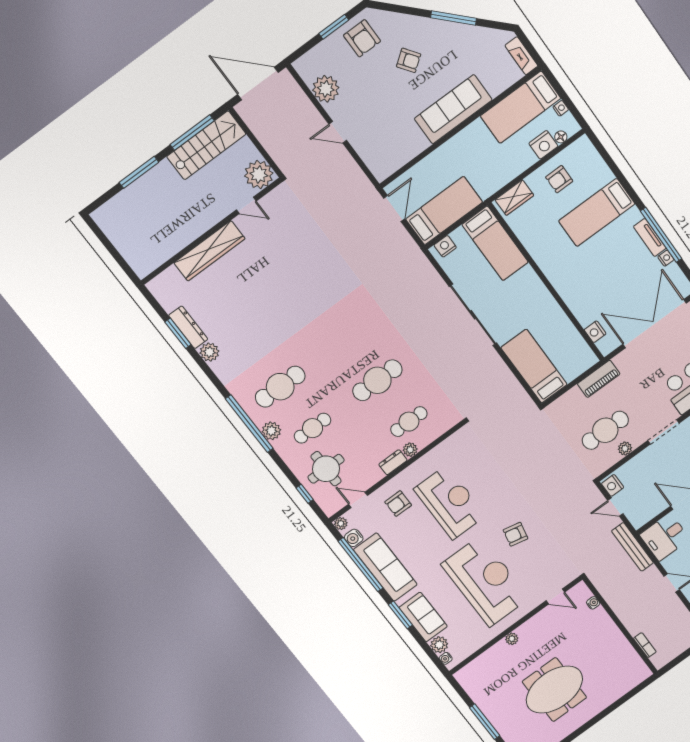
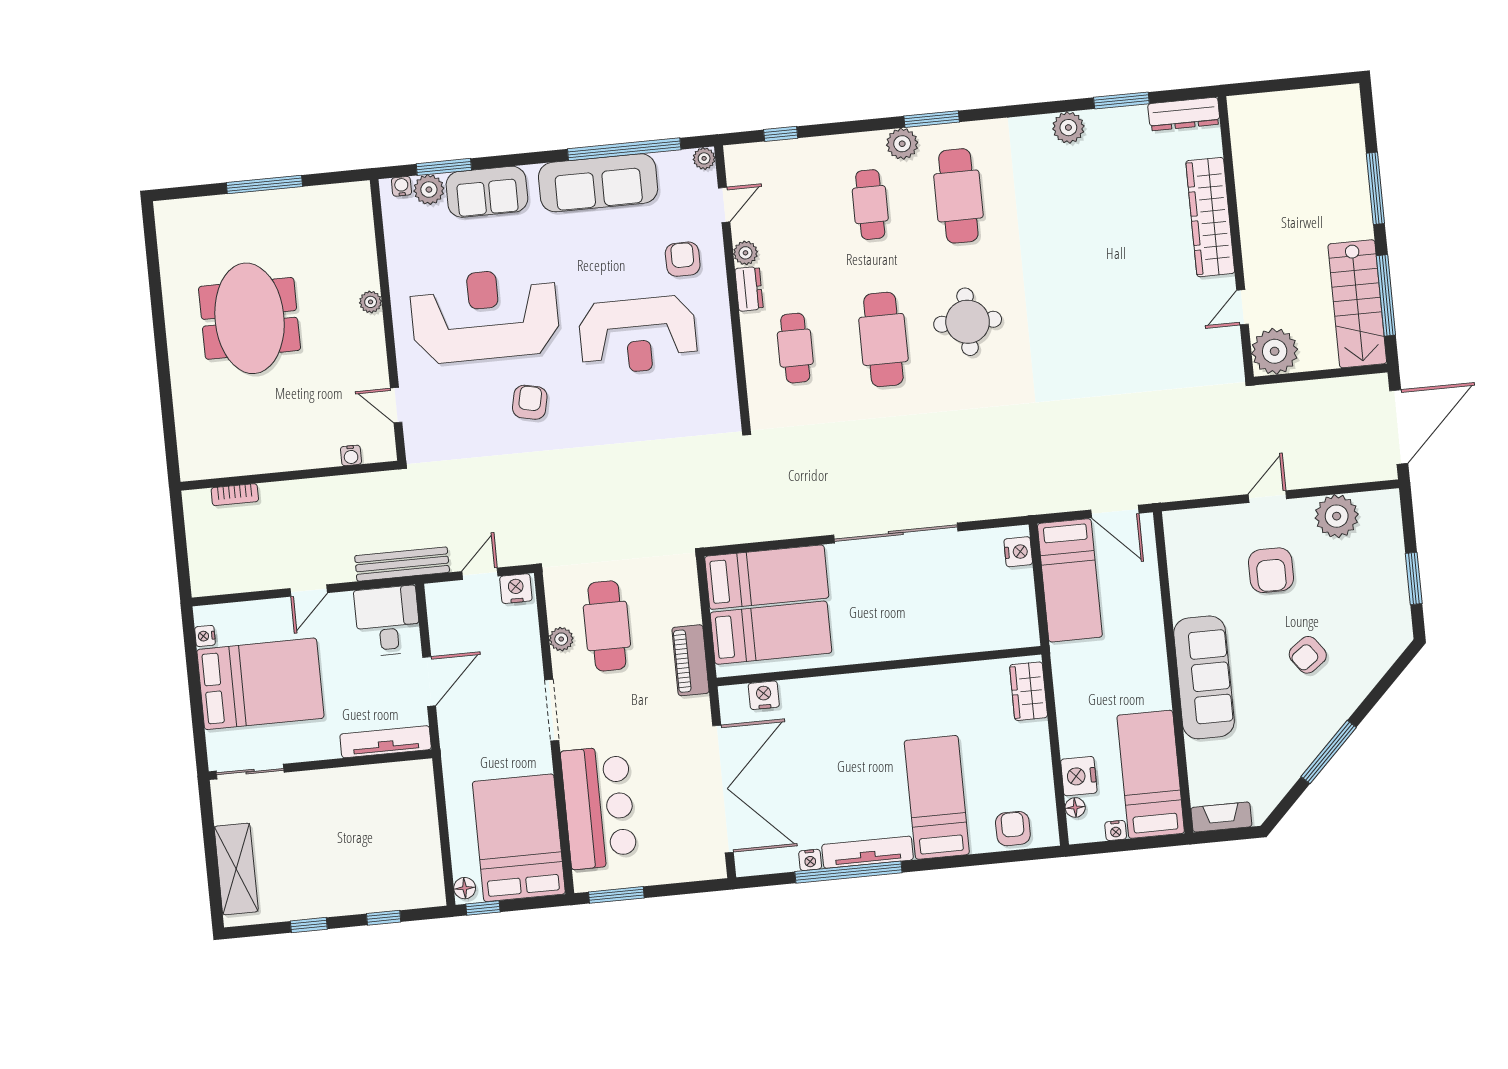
armchair: (362, 38) -> (1271, 570), moved, turned -90
armchair: (559, 179) -> (1013, 829), moved
tv unit: (650, 237) -> (868, 852), width x1.41
bed: (495, 243) -> (771, 633), moved, turned 180
dresser: (188, 327) -> (1184, 114), moved
window: (249, 424) -> (932, 119), width x0.47
plant: (410, 450) -> (745, 253), moved
round table: (326, 469) -> (968, 322), moved
water cooler: (354, 538) -> (671, 164), removed
reception desk: (485, 581) -> (485, 315), turned 180
door: (555, 596) -> (396, 405), hinge flipped
window: (400, 615) -> (444, 167), moved

